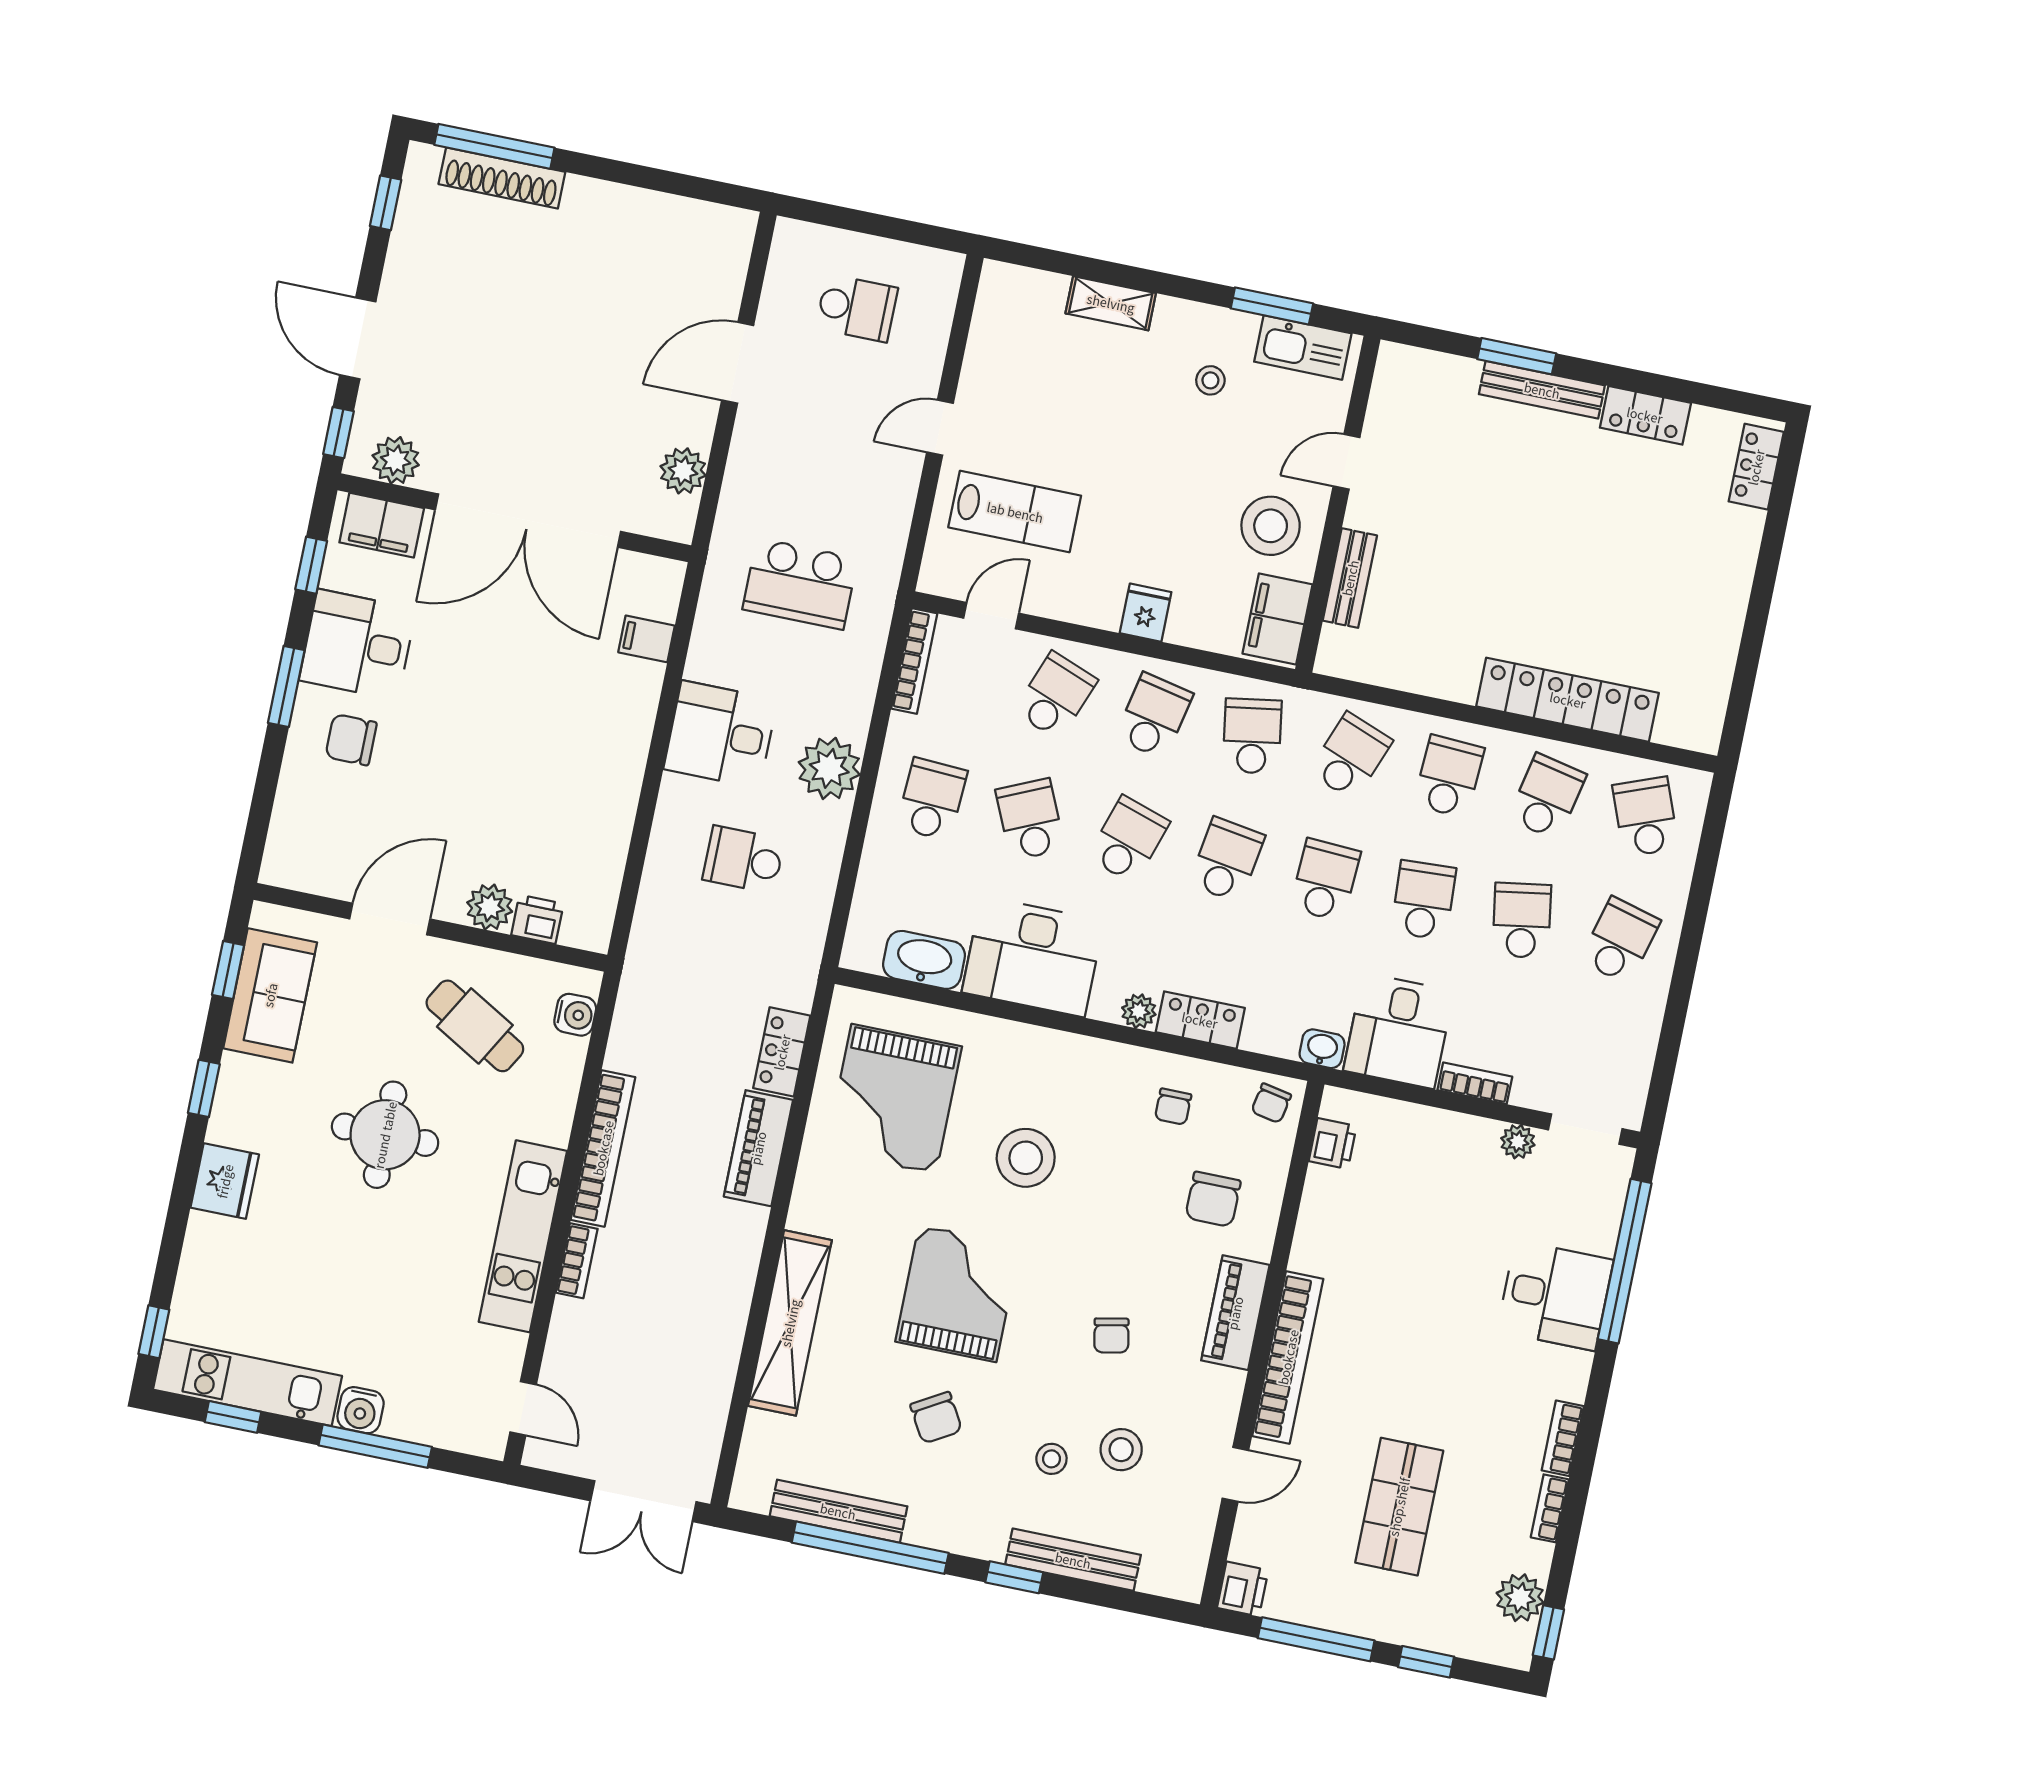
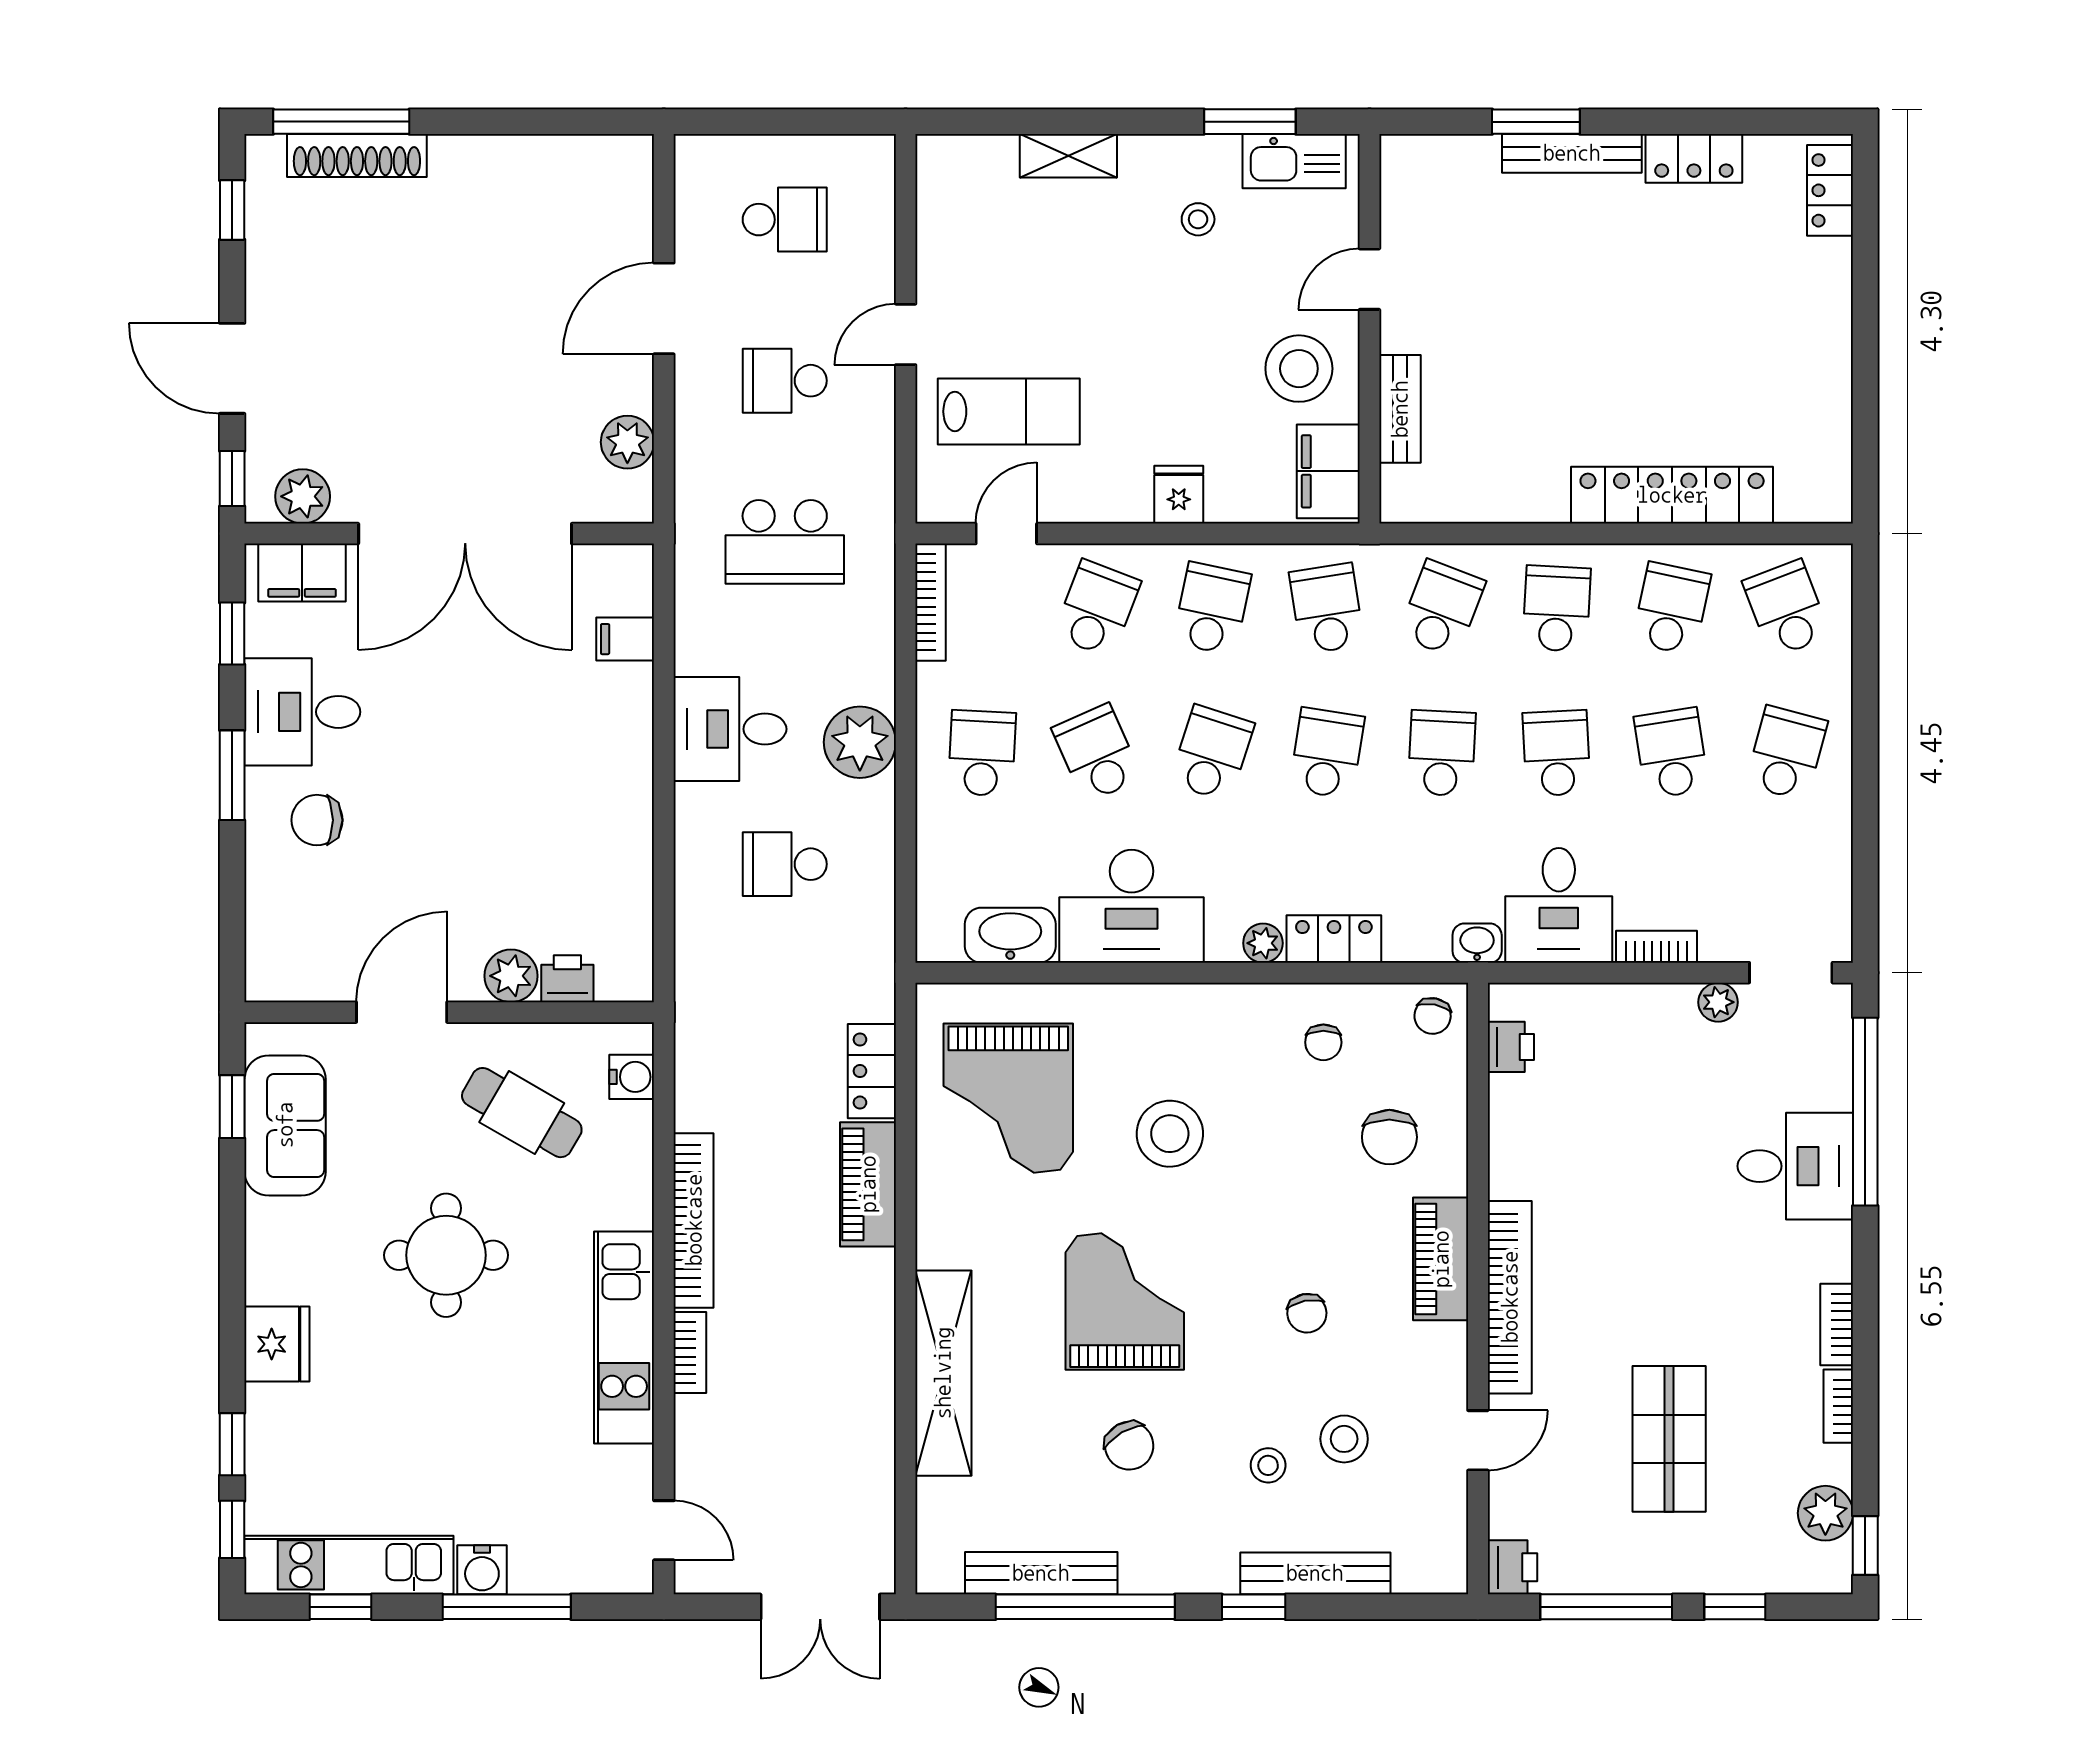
school desk: (828, 446) -> (785, 381), added
window: (204, 1088) -> (232, 1444), moved

